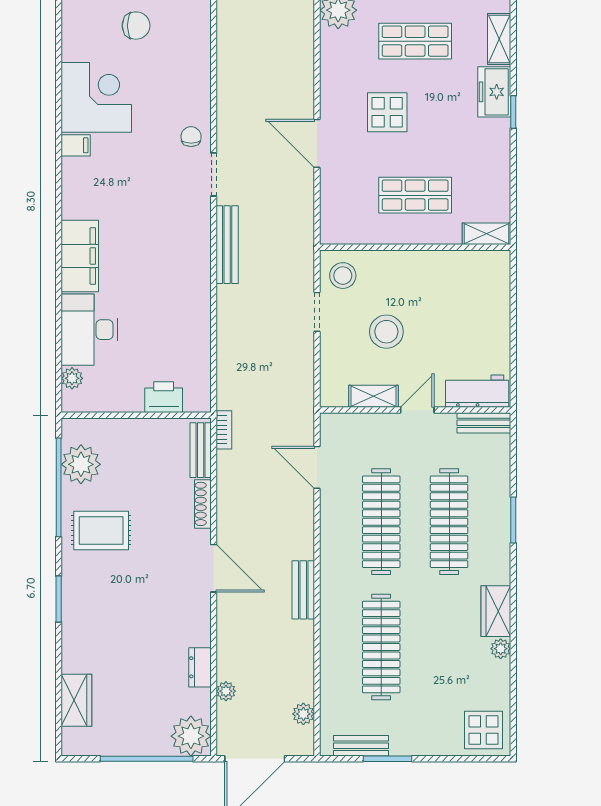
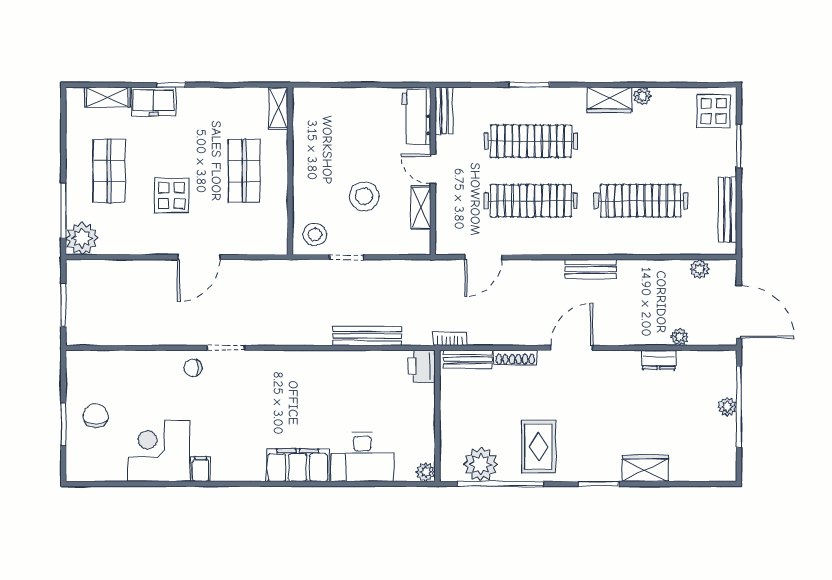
bench: (227, 245) -> (367, 336), moved
plant: (72, 378) -> (426, 472), moved
printer: (164, 397) -> (422, 366), moved
wardrobe: (76, 700) -> (645, 468), moved
plant: (191, 736) -> (727, 407), moved, width x0.53, depth x0.53
bench: (361, 746) -> (727, 210), width x1.36
window: (387, 759) -> (739, 146), moved

